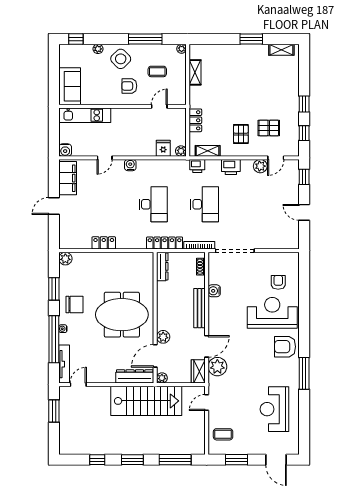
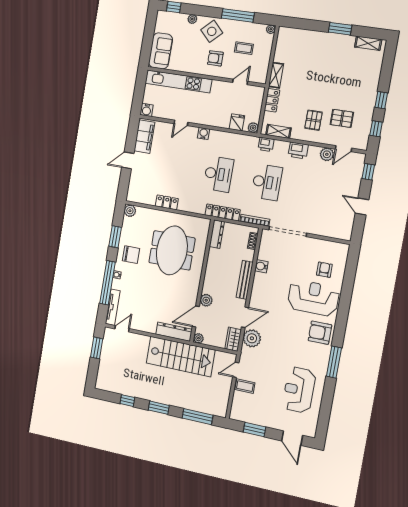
shelving: (195, 72) -> (276, 75), moved
kitchen unit: (85, 115) -> (178, 81), width x1.36
meeting table: (122, 315) -> (172, 250), moved, turned 90
coffee table: (223, 434) -> (245, 386), moved

